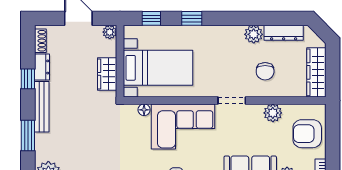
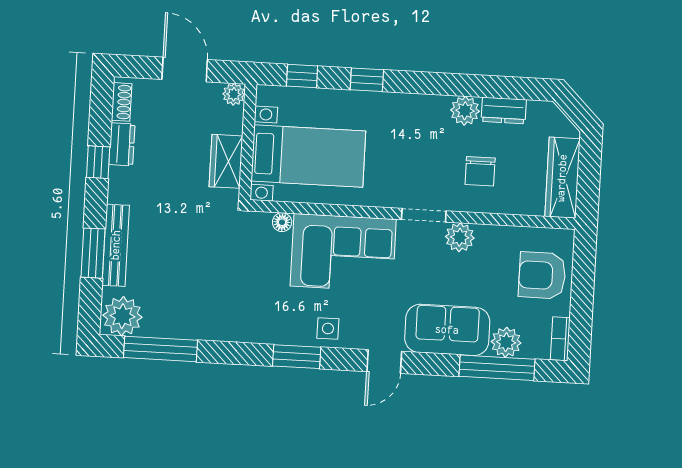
dresser: (284, 33) -> (504, 110), width x0.70
bench: (42, 107) -> (116, 245), moved
plant: (273, 113) -> (460, 237), moved

